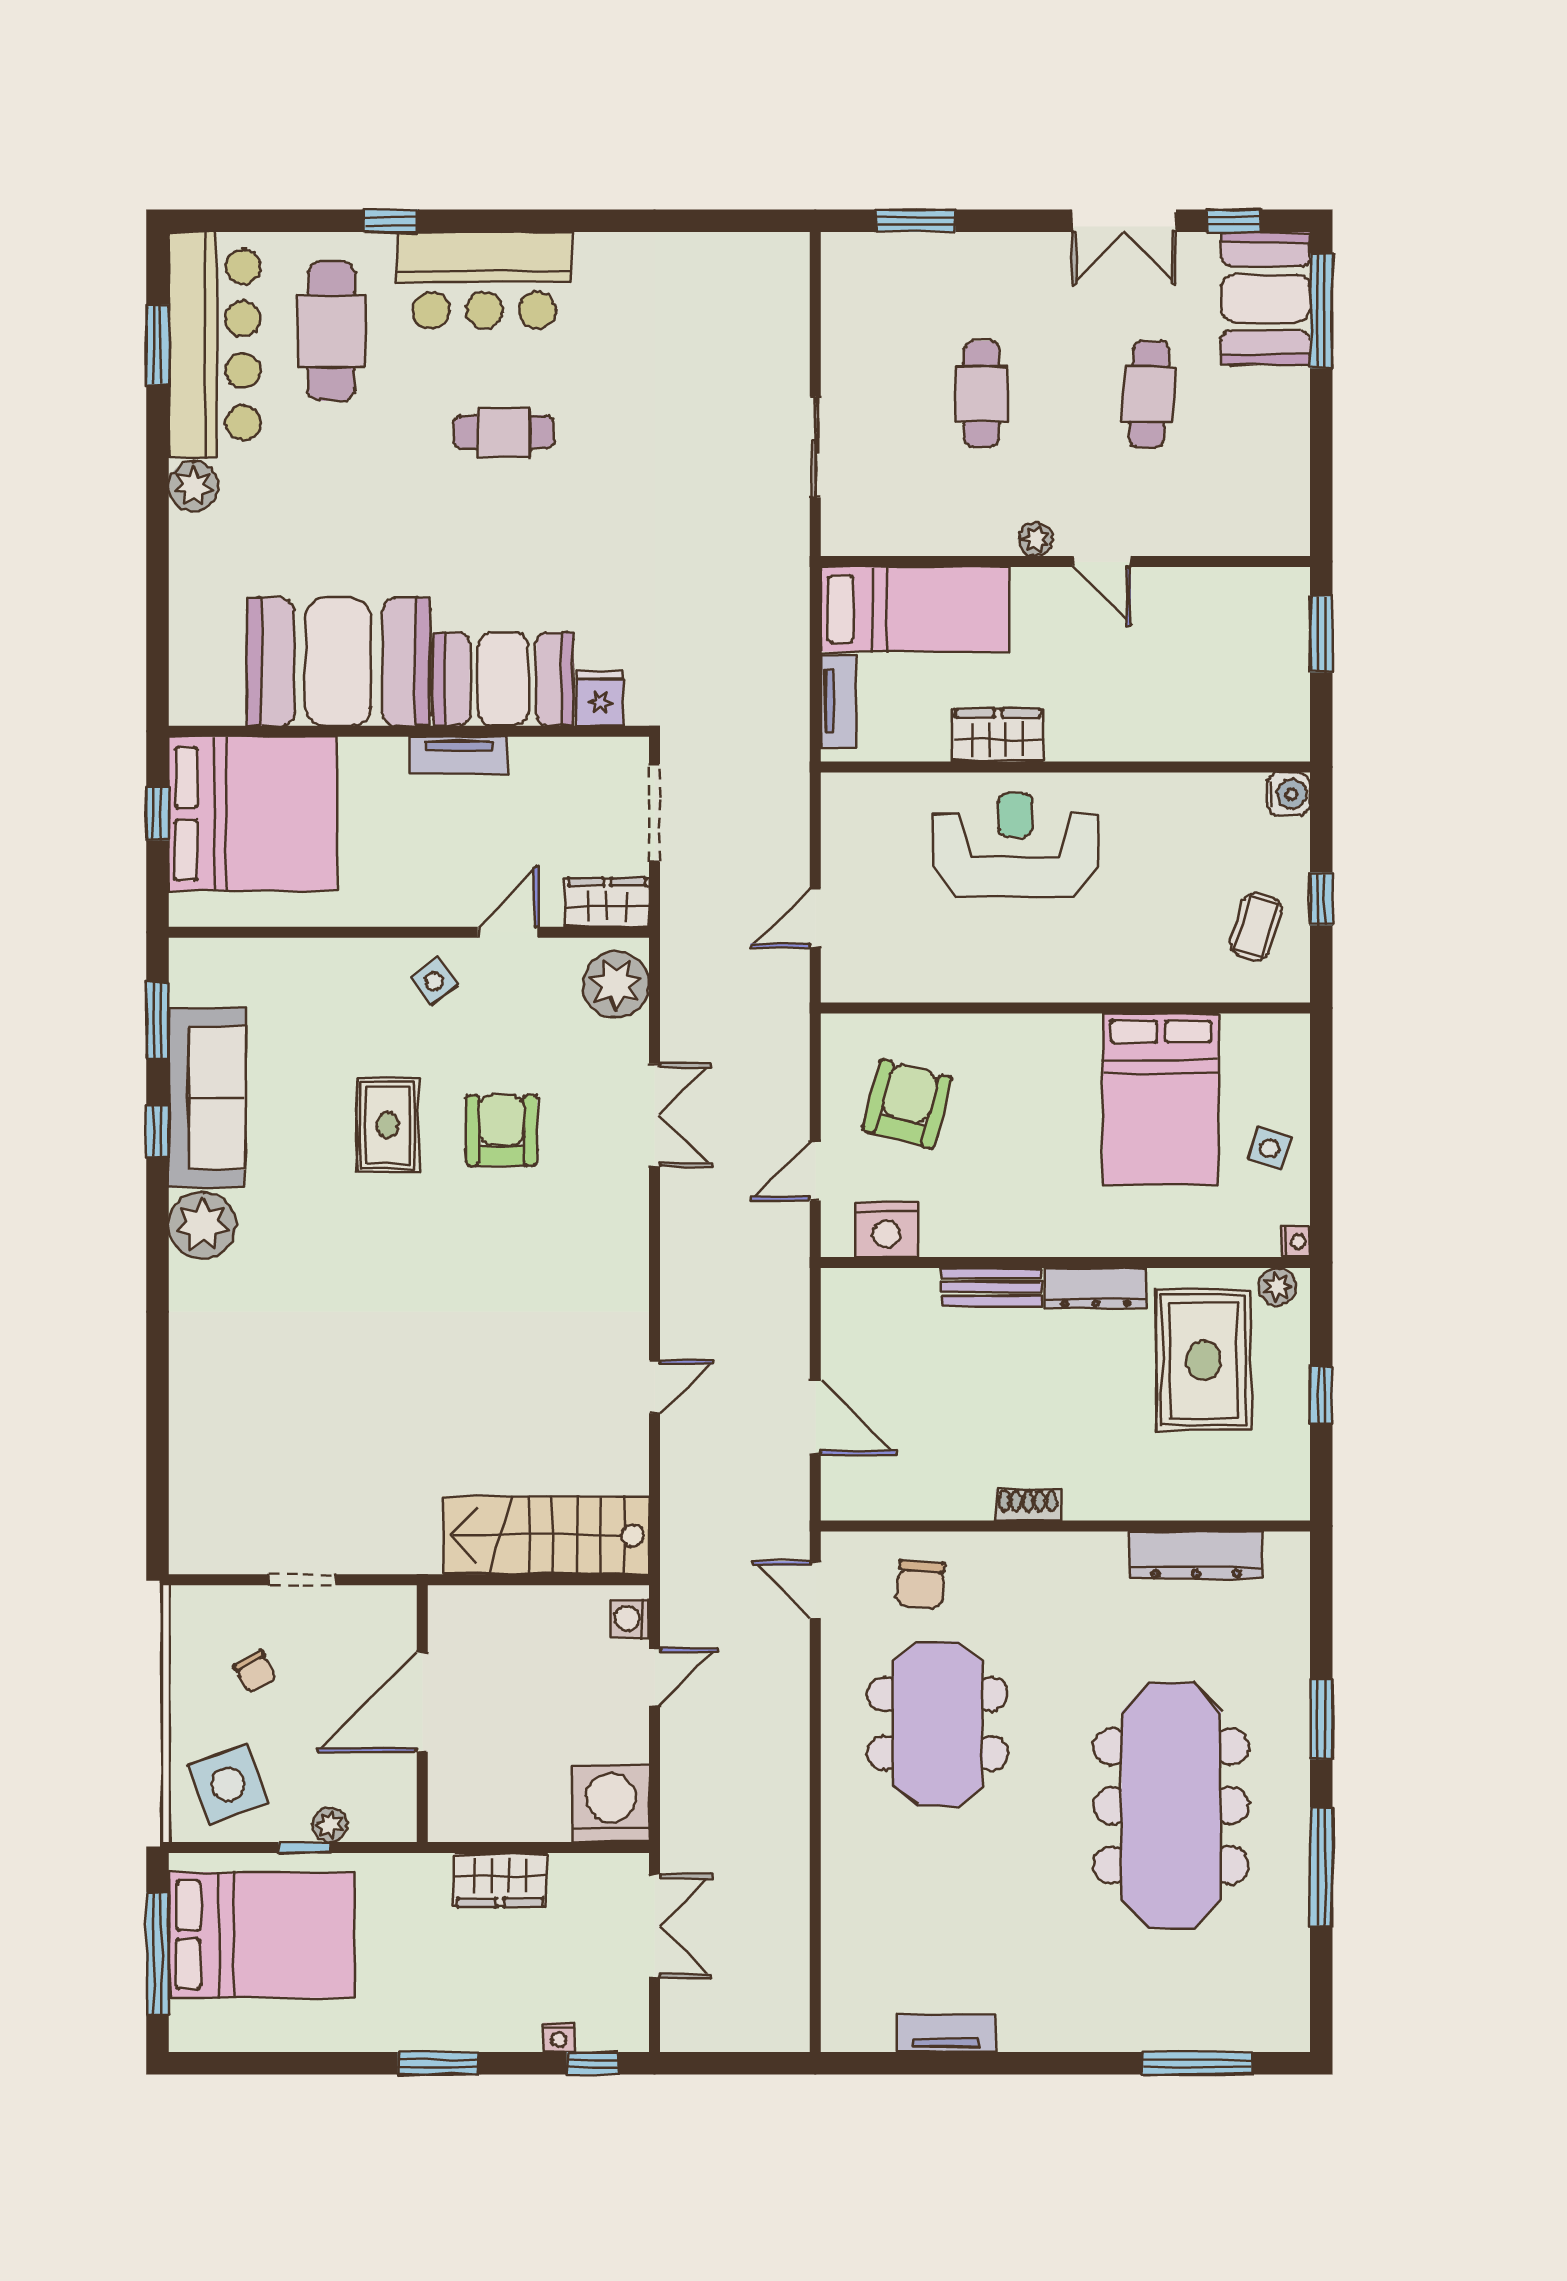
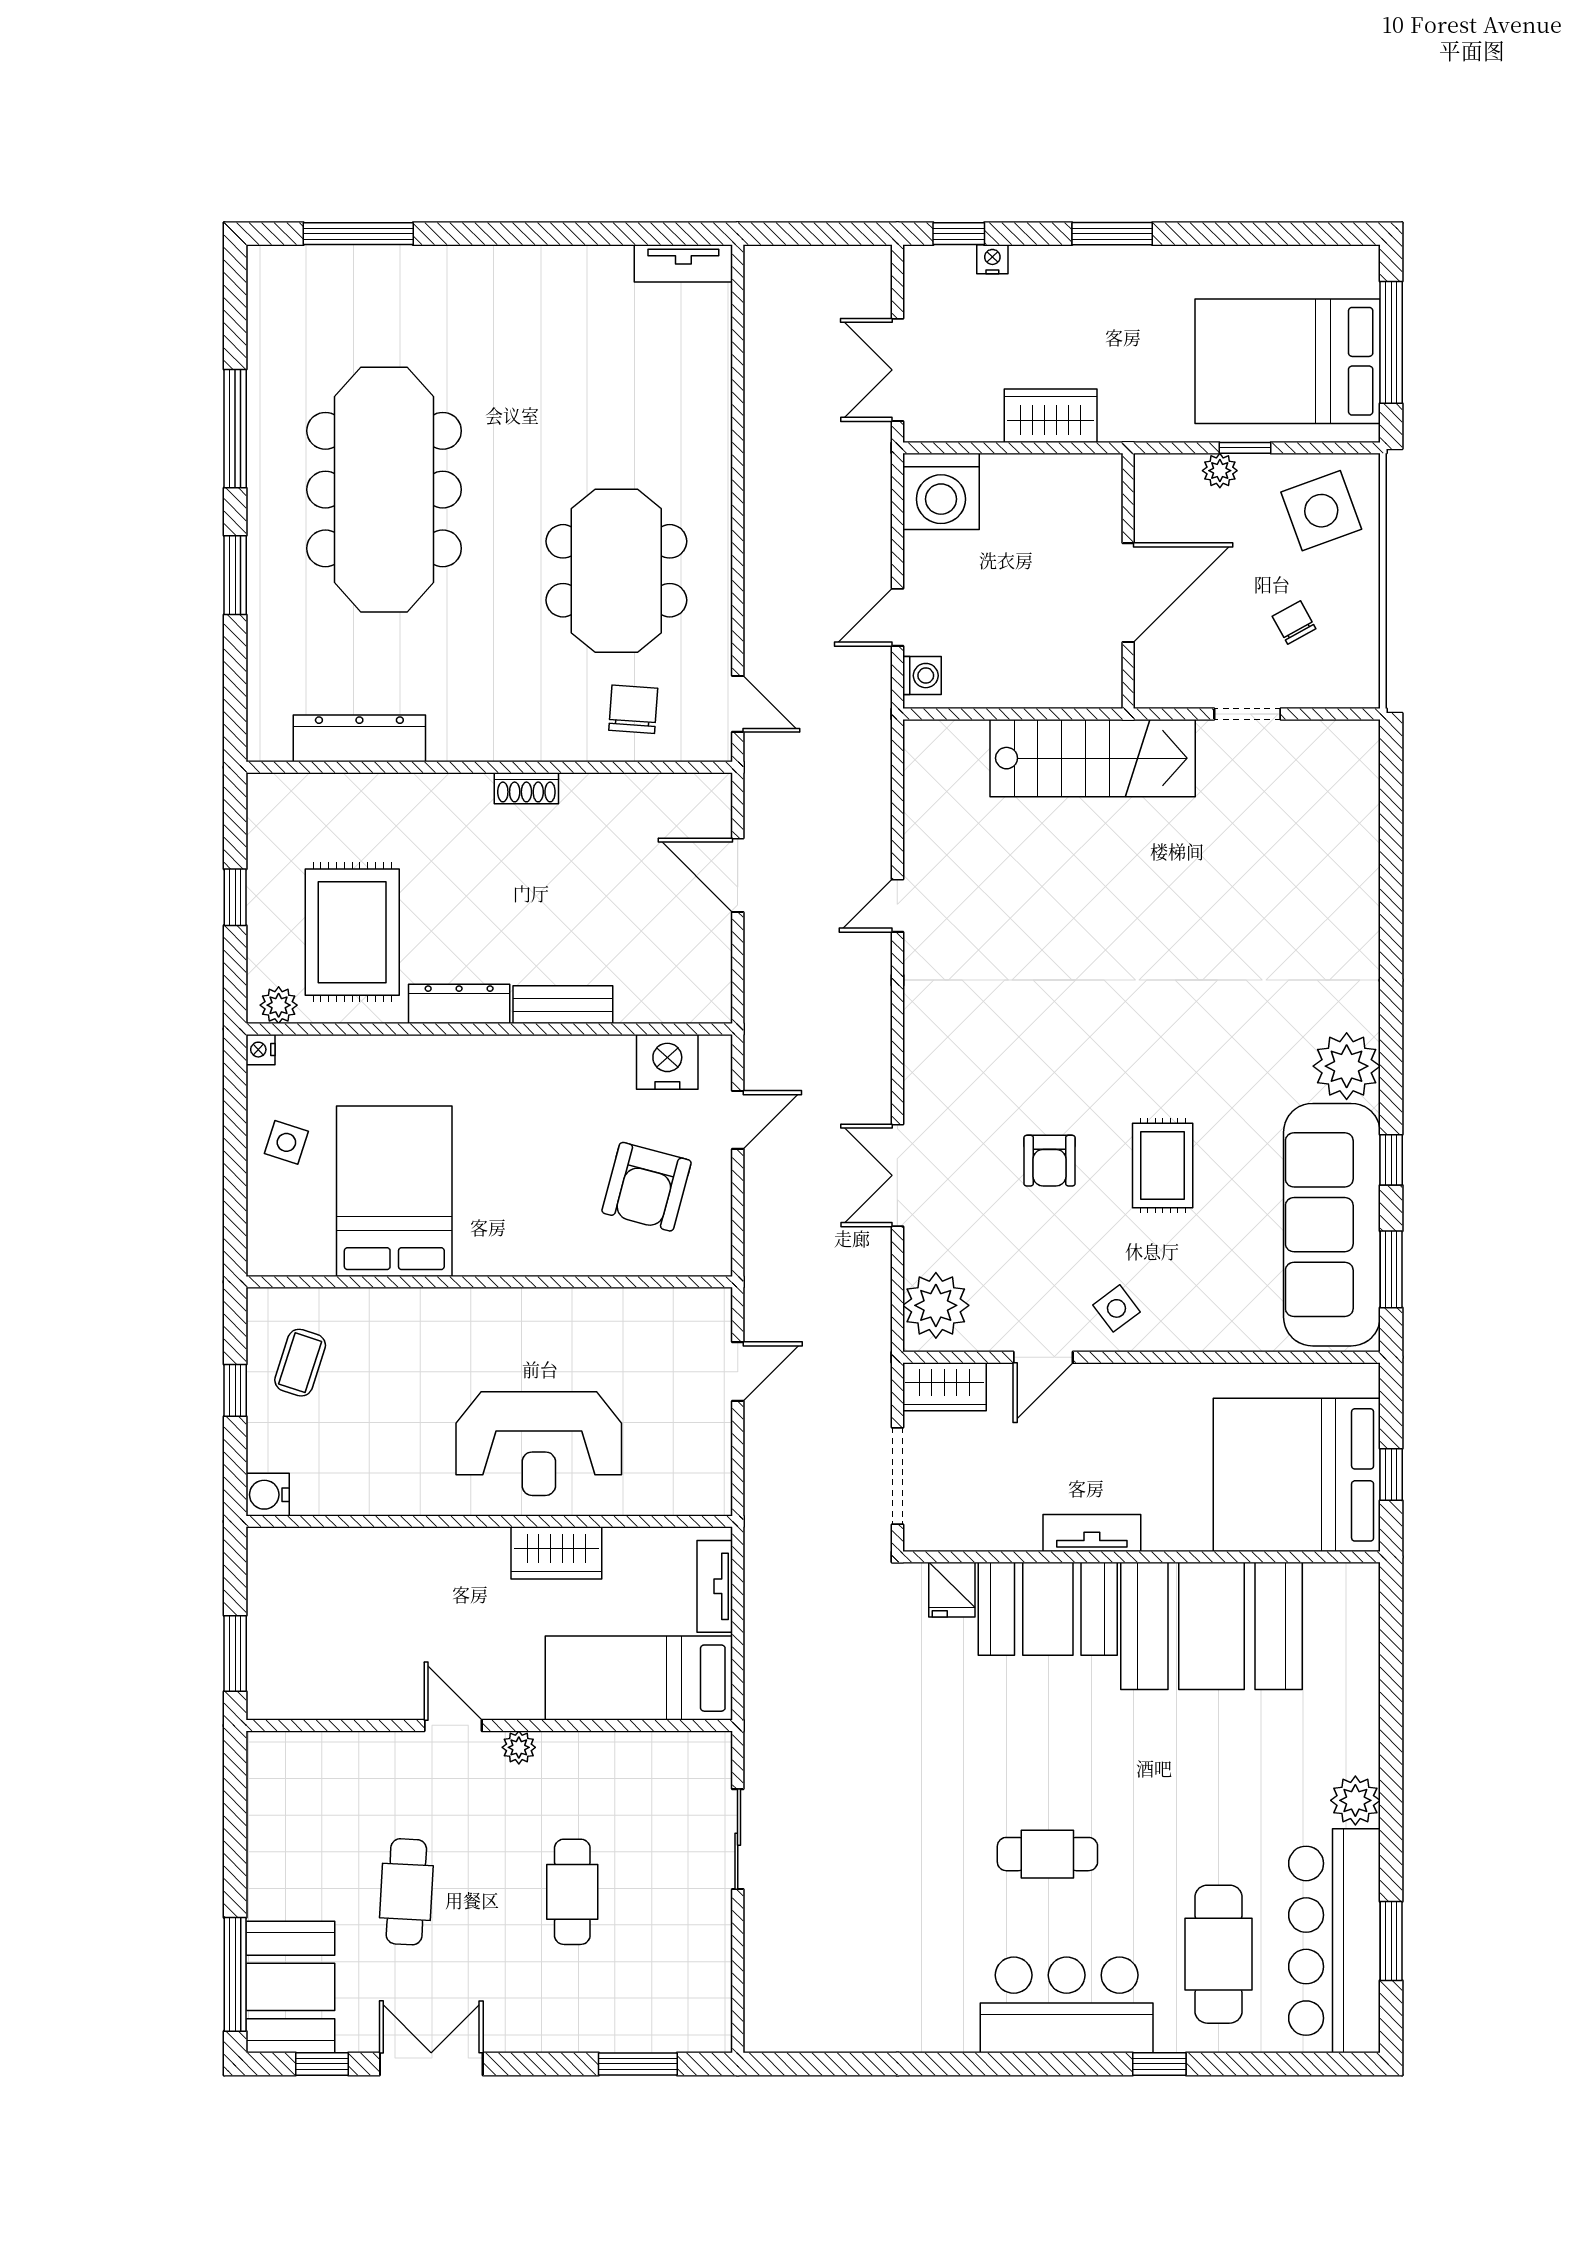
sofa: (207, 1098) -> (1332, 1225), width x1.36, depth x1.27
armchair: (501, 1130) -> (1049, 1161), width x0.72, depth x0.72
stairs: (546, 1535) -> (1093, 758), moved
tv unit: (946, 2033) -> (683, 263), moved

